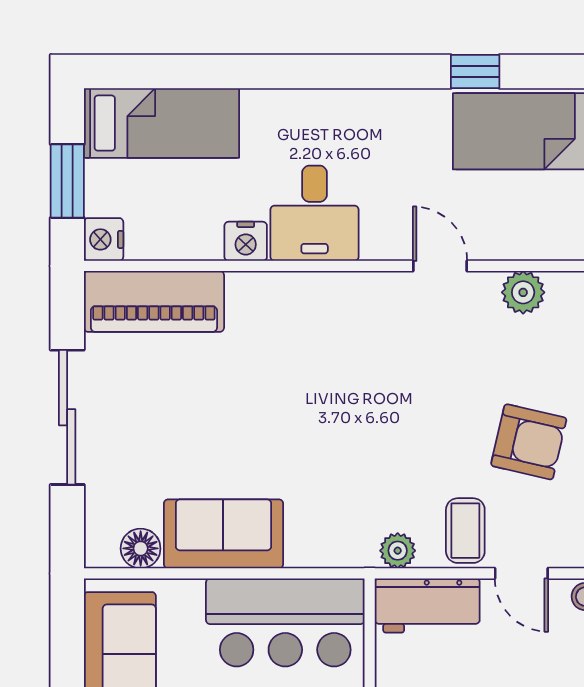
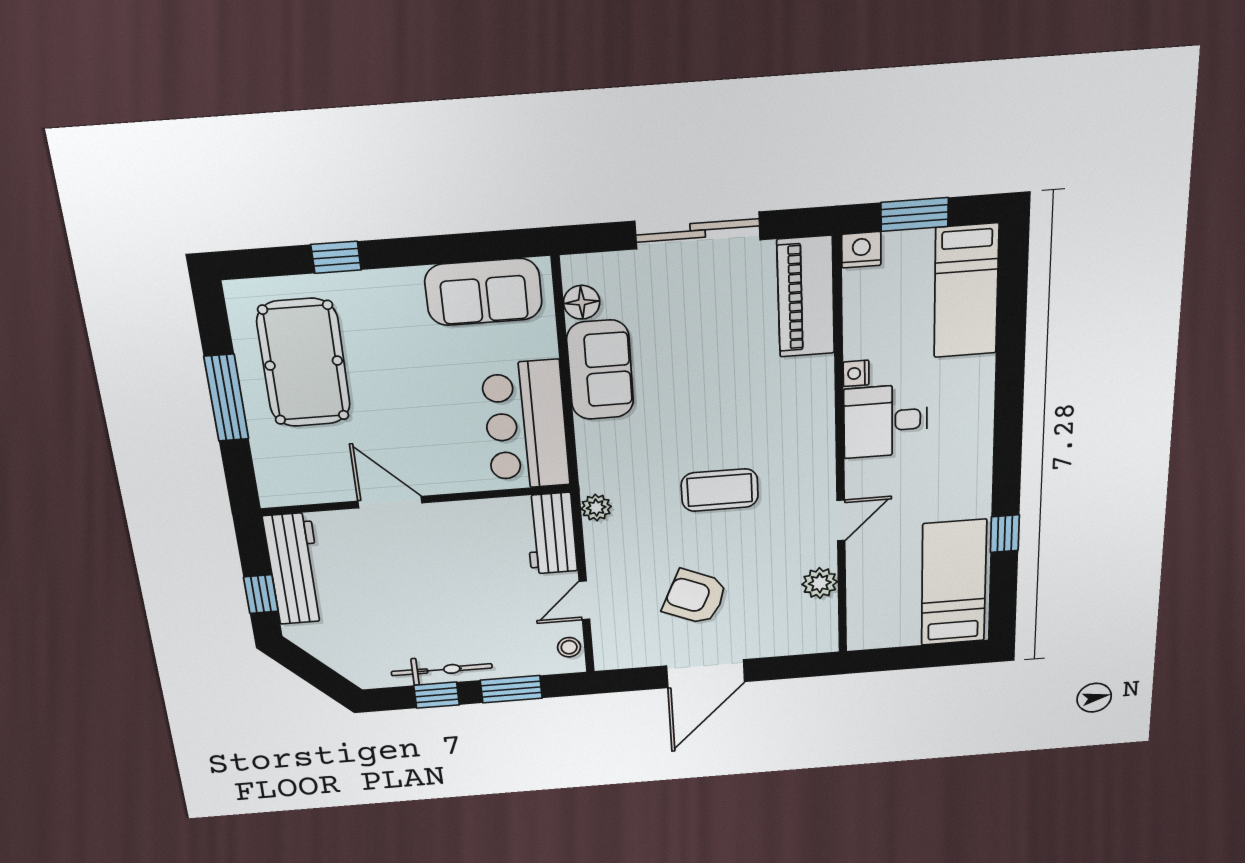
nightstand: (246, 241) -> (856, 373), width x0.72, depth x0.74
armchair: (529, 442) -> (695, 597), turned 101
coffee table: (465, 531) -> (720, 490), moved, width x1.36, depth x1.30

